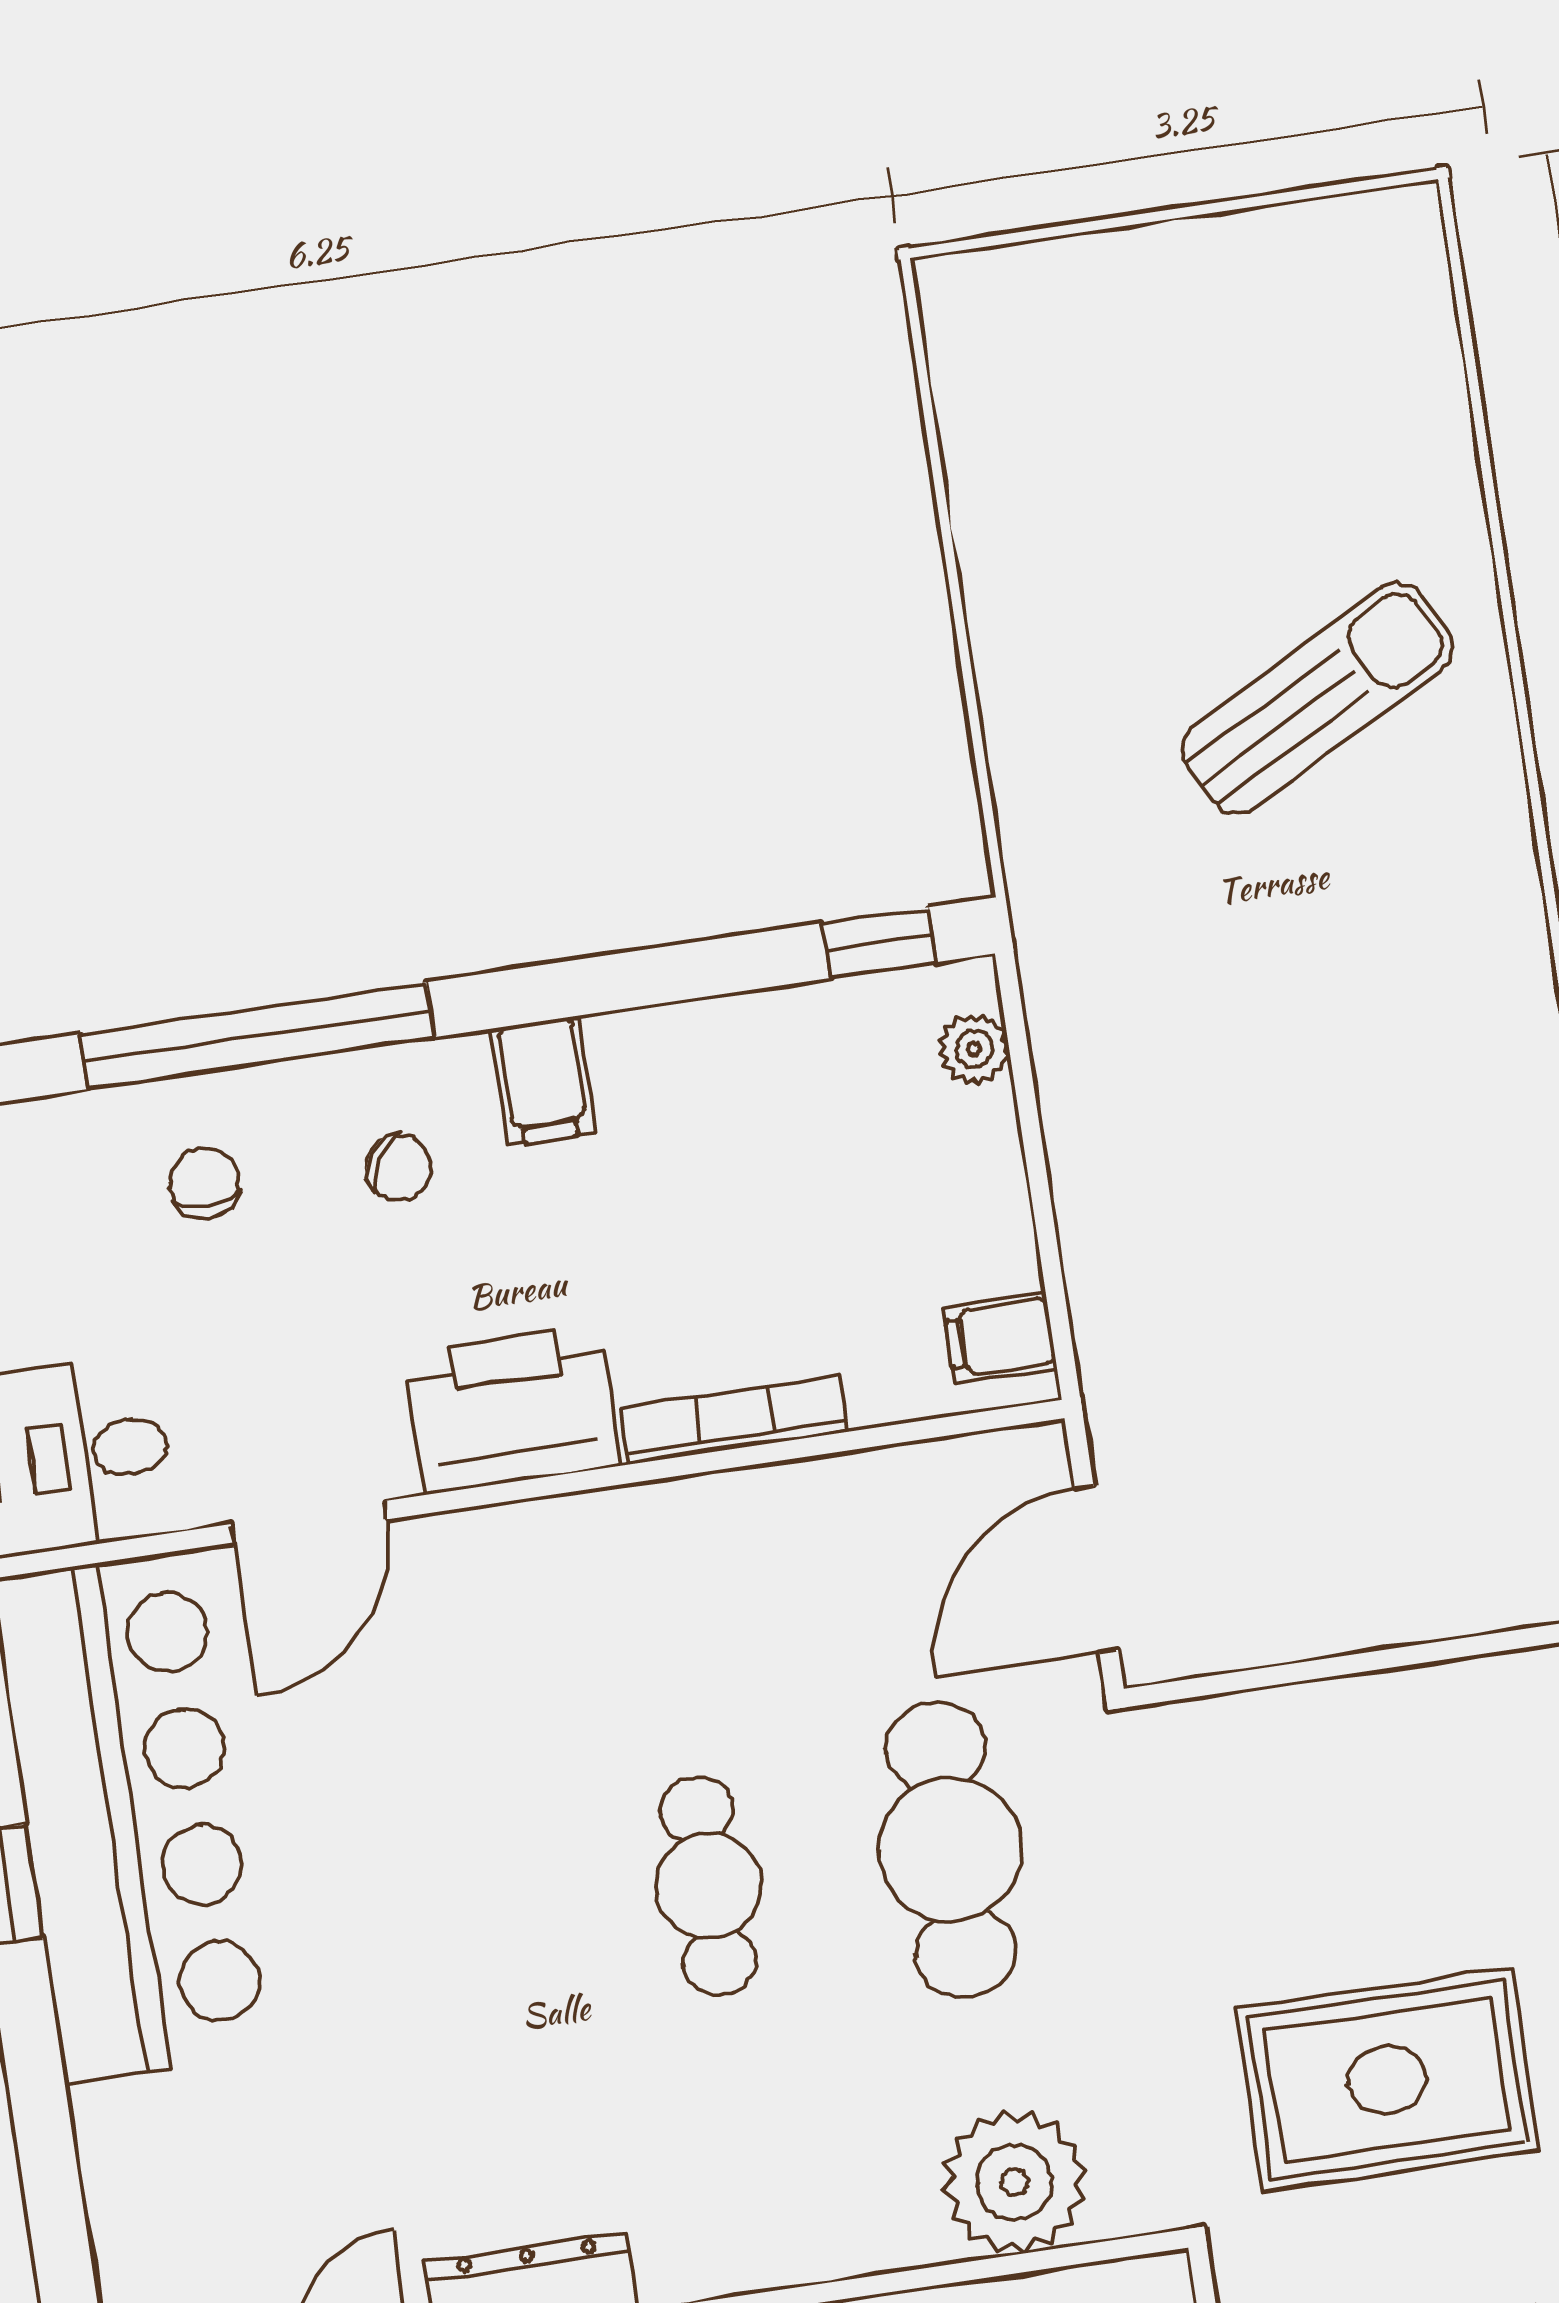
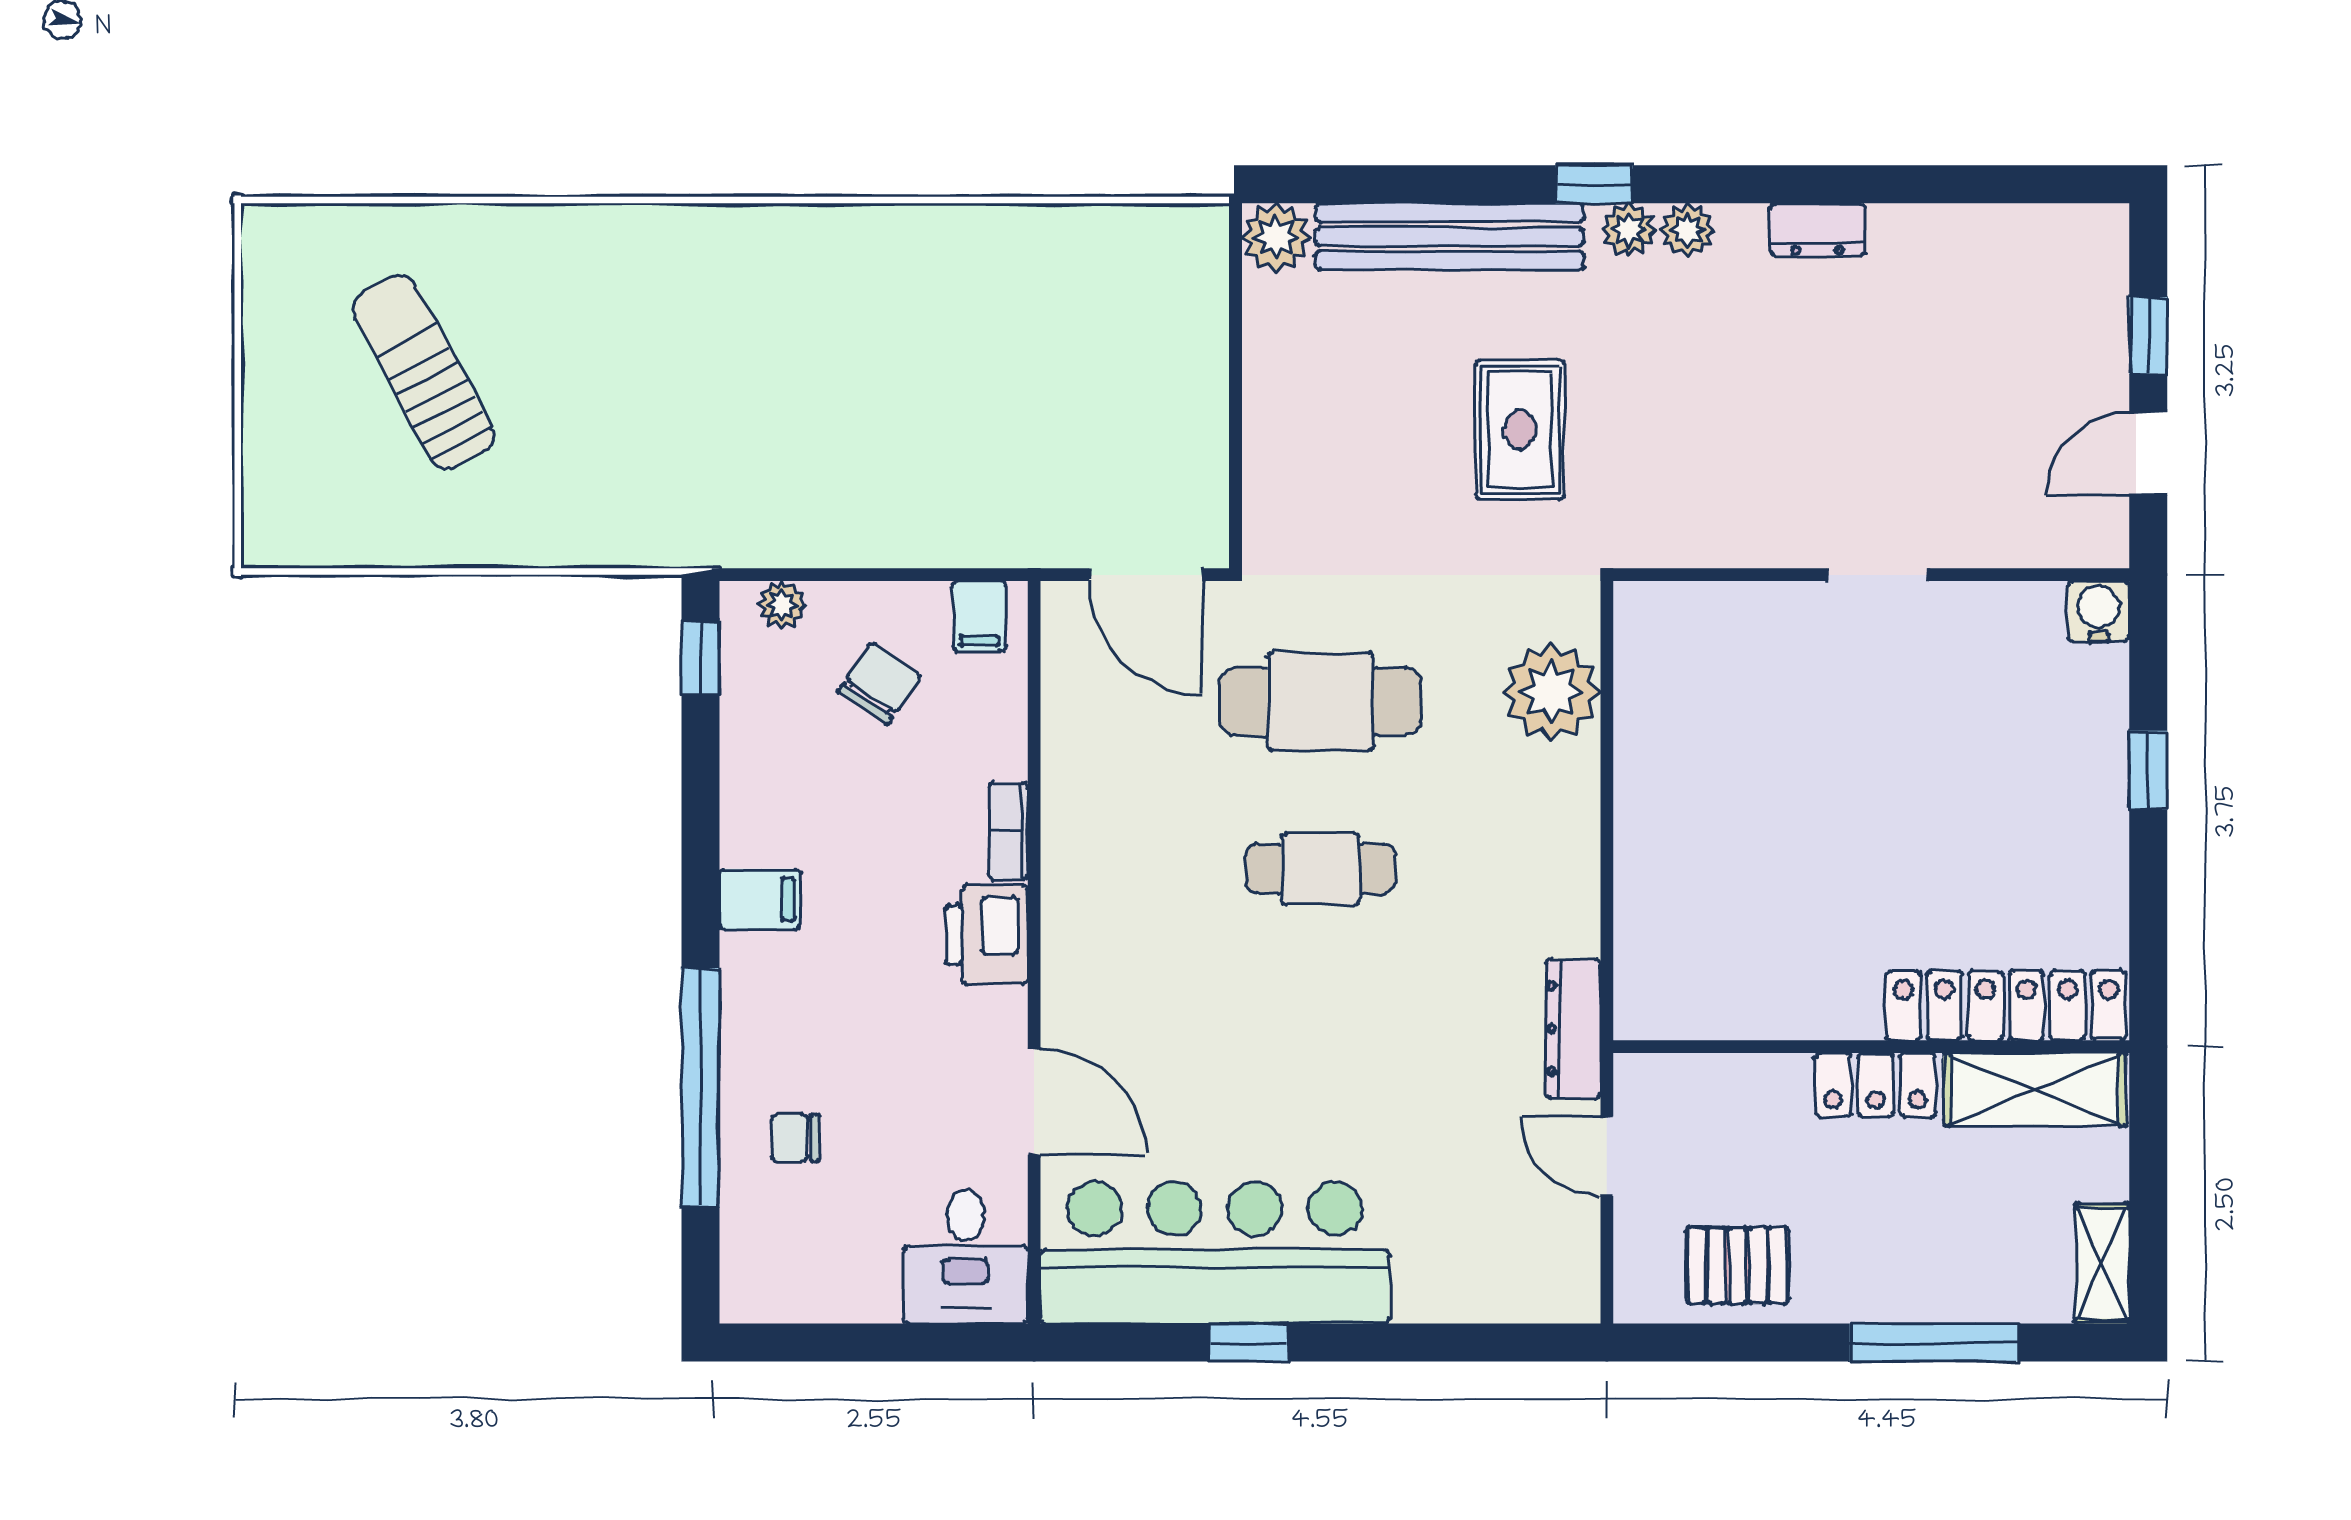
sun lounger: (1317, 698) -> (423, 372), moved
chair: (399, 1168) -> (880, 683), moved, width x1.37, depth x1.37
printer: (512, 1409) -> (987, 935), width x0.73, depth x0.84
bookcase: (735, 1420) -> (1008, 831), width x0.64
rug: (1387, 2080) -> (1520, 430), width x0.73, depth x0.70

